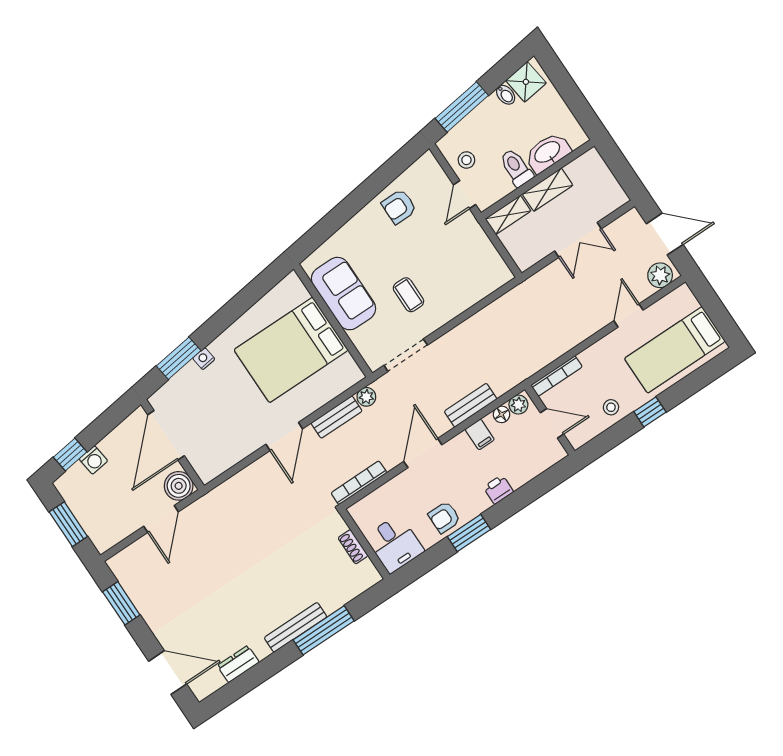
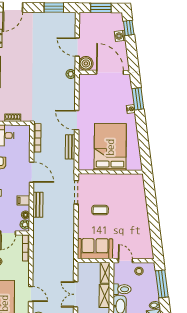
armchair: (399, 207) -> (139, 231), removed
sofa: (343, 294) -> (95, 249), moved, turned 180
plant: (366, 397) -> (71, 74), moved

